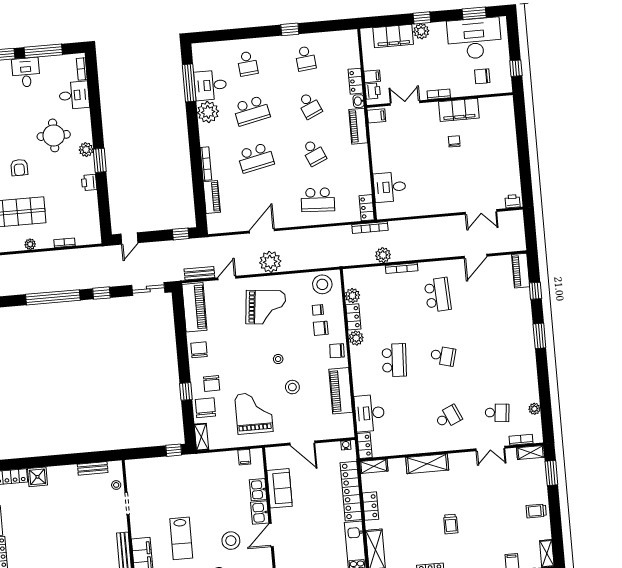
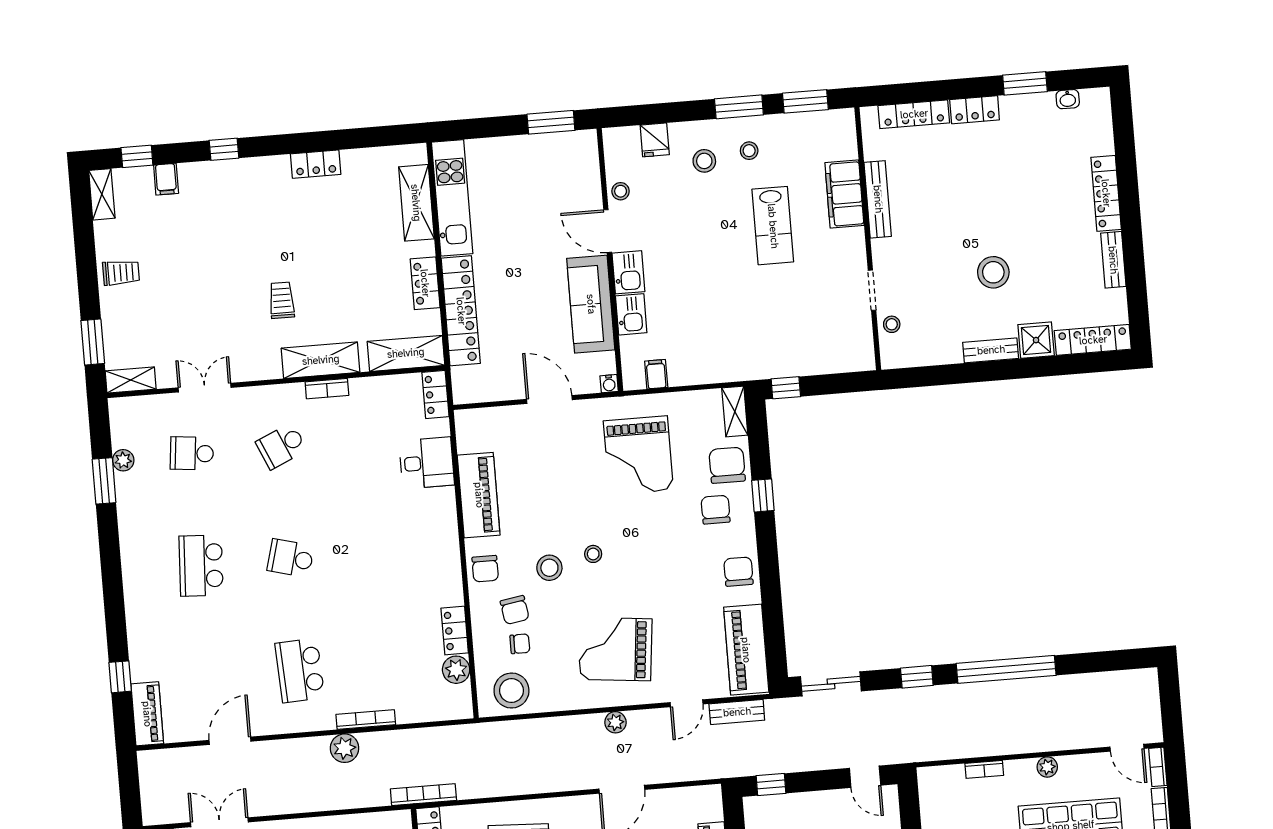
door: (129, 238) -> (865, 777), swing flipped
plant: (383, 255) -> (345, 748), moved
plant: (270, 262) -> (615, 722), width x0.53, depth x0.53
chair: (321, 328) -> (515, 610), turned 81
window: (539, 336) -> (104, 481), moved
plant: (356, 338) -> (450, 592), removed
chair: (199, 350) -> (738, 572), turned 180
chair: (337, 351) -> (485, 569), turned 88
school desk: (394, 360) -> (201, 566), moved
stool: (292, 387) -> (549, 568), moved
chair: (205, 408) -> (727, 465), turned 180
desk: (370, 413) -> (427, 463), width x0.73
bookcase: (521, 440) -> (327, 389), moved
water cooler: (346, 445) -> (609, 384), moved
shelving: (374, 466) -> (406, 353), width x1.50, depth x1.33
bench: (93, 468) -> (991, 350), moved
sofa: (280, 488) -> (591, 304), width x1.36
stool: (61, 514) -> (993, 272), added
trolley: (451, 524) -> (282, 300), moved
door: (271, 535) -> (608, 231), swing flipped
lab bench: (181, 538) -> (773, 226), turned 180
stool: (231, 541) -> (621, 191), moved, width x0.53, depth x0.53

